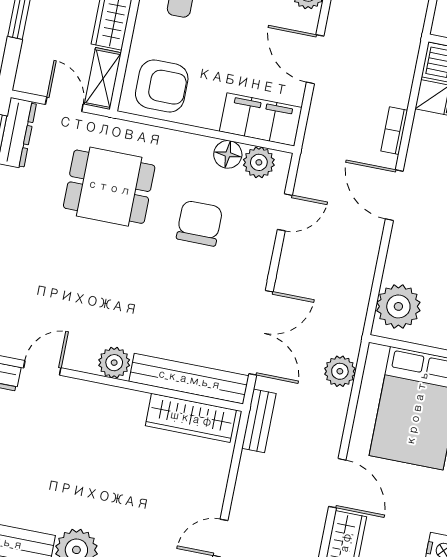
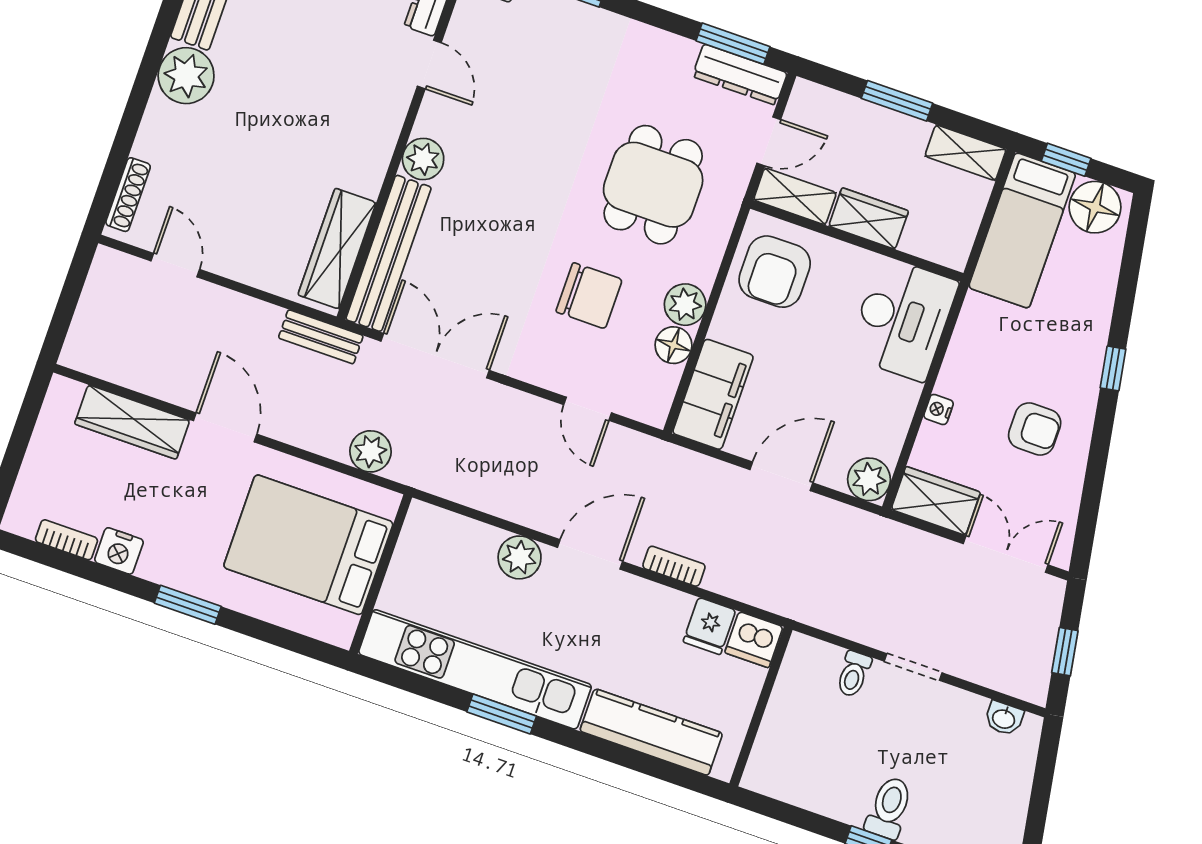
plant: (259, 162) -> (685, 305), moved
plant: (398, 306) -> (520, 557), moved, width x0.73, depth x0.73
double door: (261, 333) -> (435, 356), swing flipped
door: (337, 483) -> (225, 427), swing flipped

